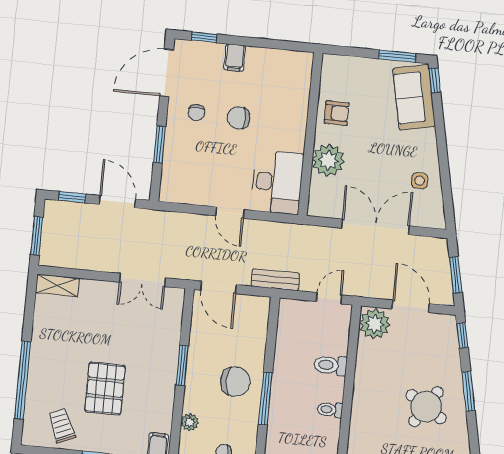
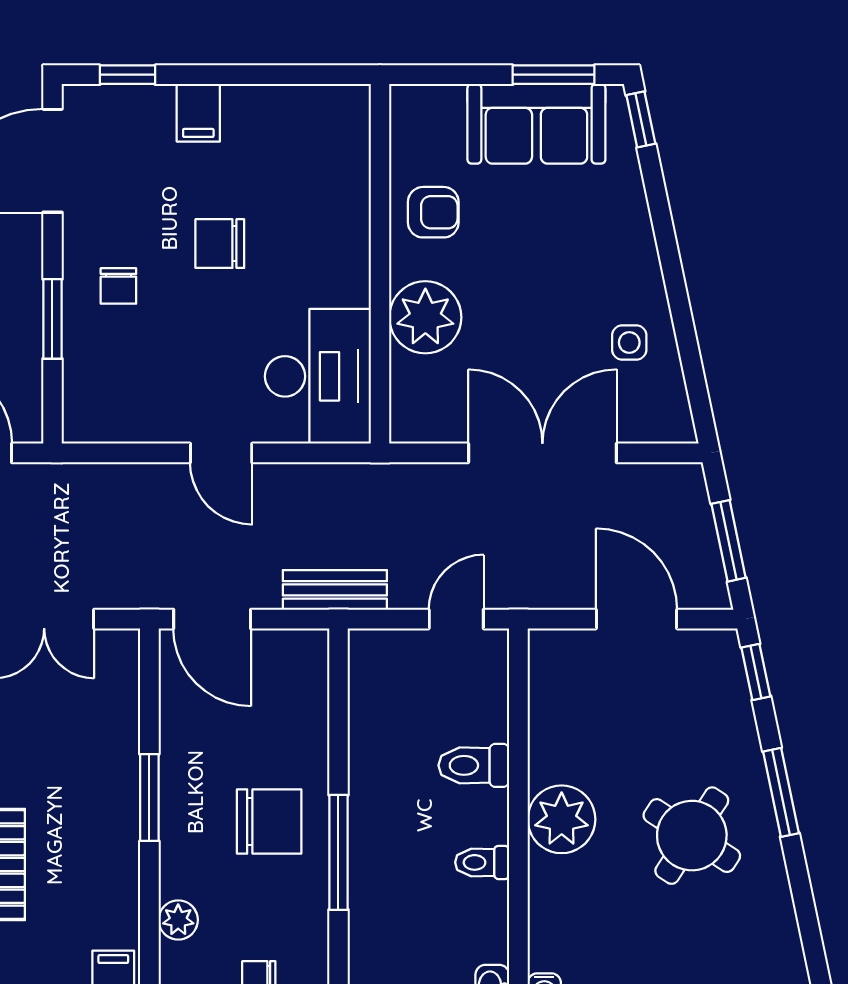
sofa: (414, 97) -> (536, 124), moved, turned -78
chair: (196, 113) -> (118, 286), moved
plant: (375, 324) -> (562, 819), moved

